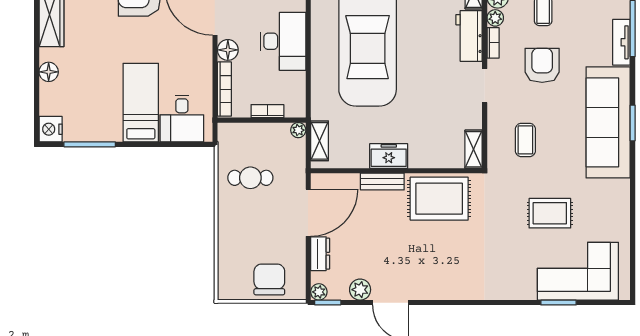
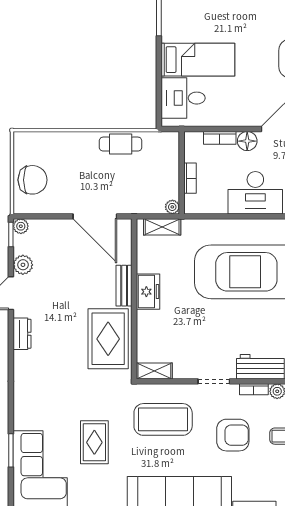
bookcase: (224, 89) -> (220, 138), width x0.64
coffee table: (525, 140) -> (163, 419), width x1.86, depth x1.72
cafe table: (250, 178) -> (121, 144), moved, turned 90
dresser: (320, 254) -> (22, 334), moved, turned -90

